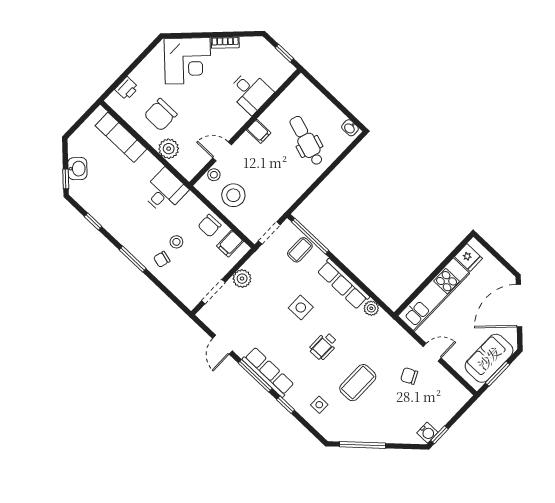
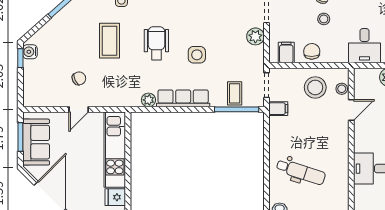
filing cabinet: (259, 131) -> (278, 109), moved, turned 180
wheelchair: (323, 346) -> (156, 43), width x1.36, depth x1.37

